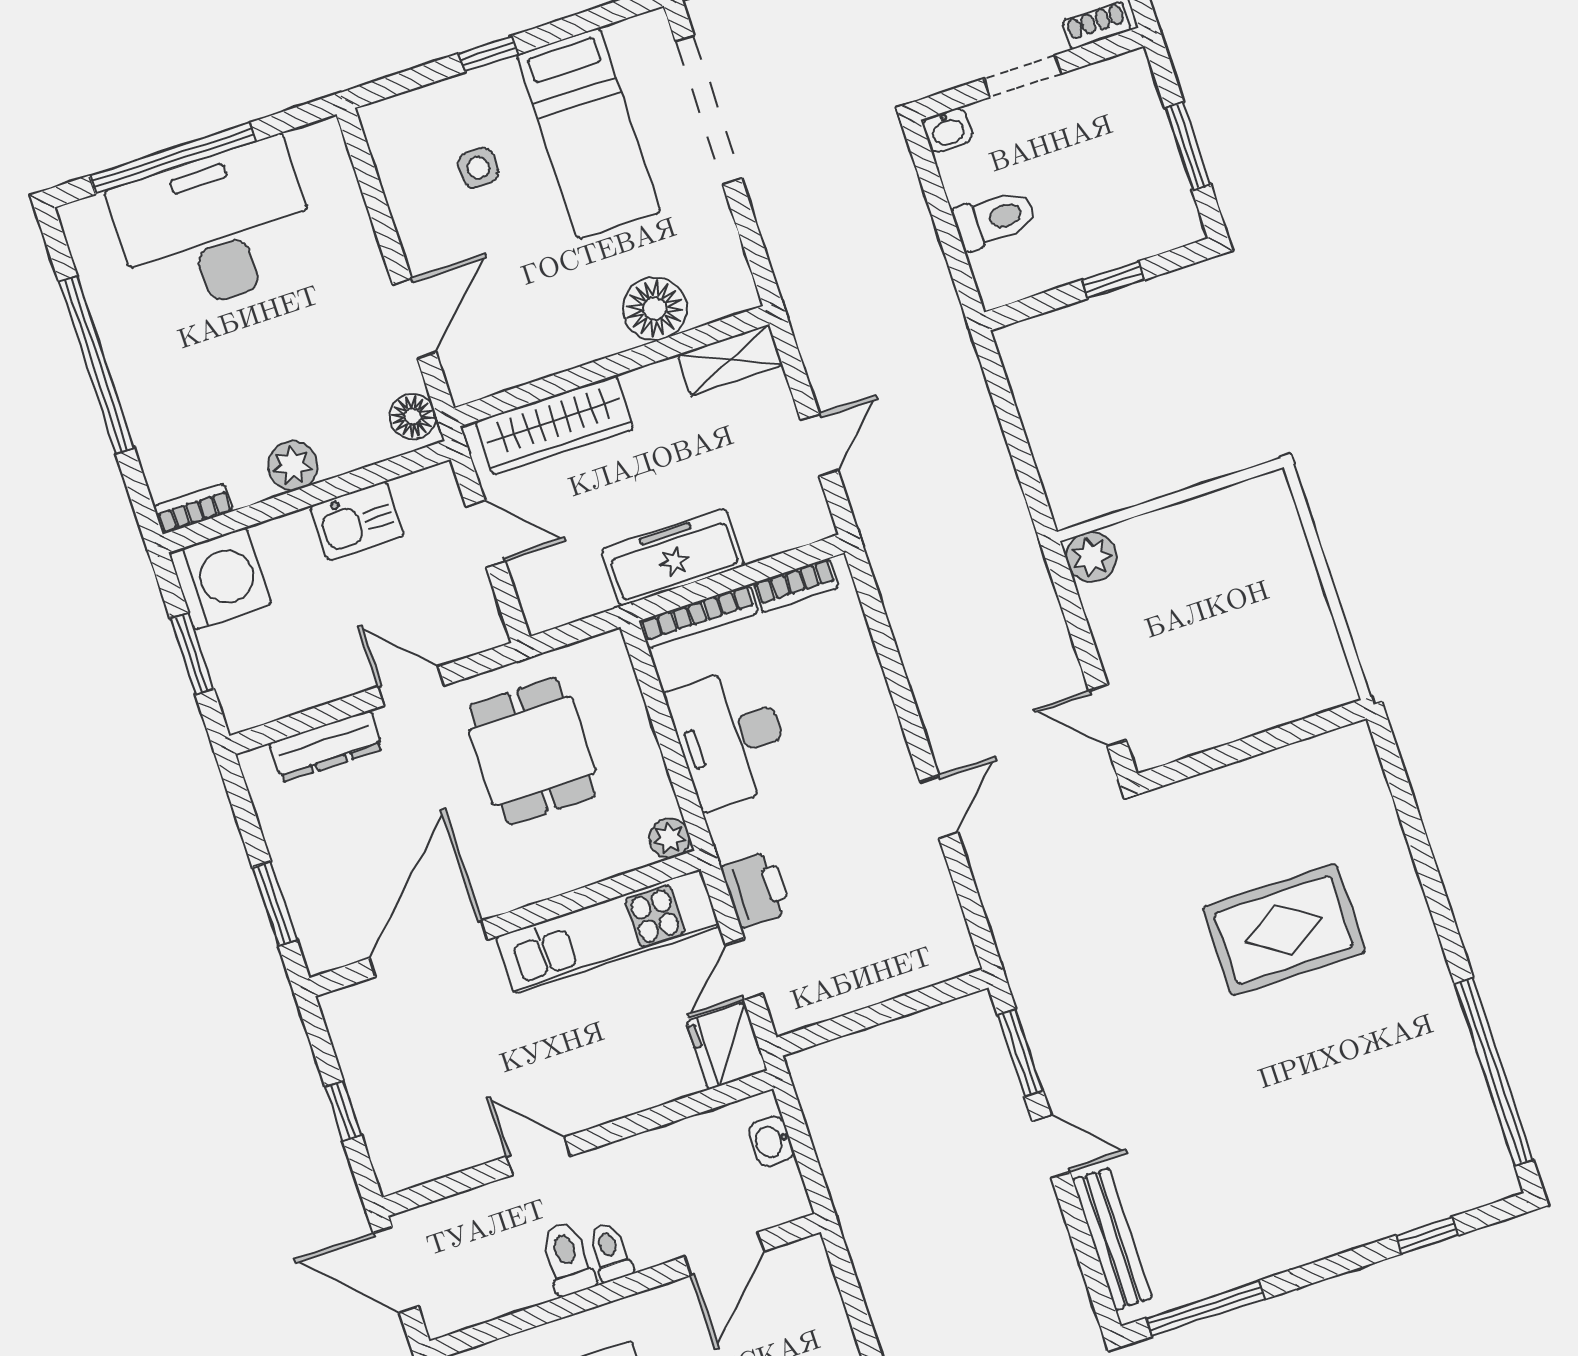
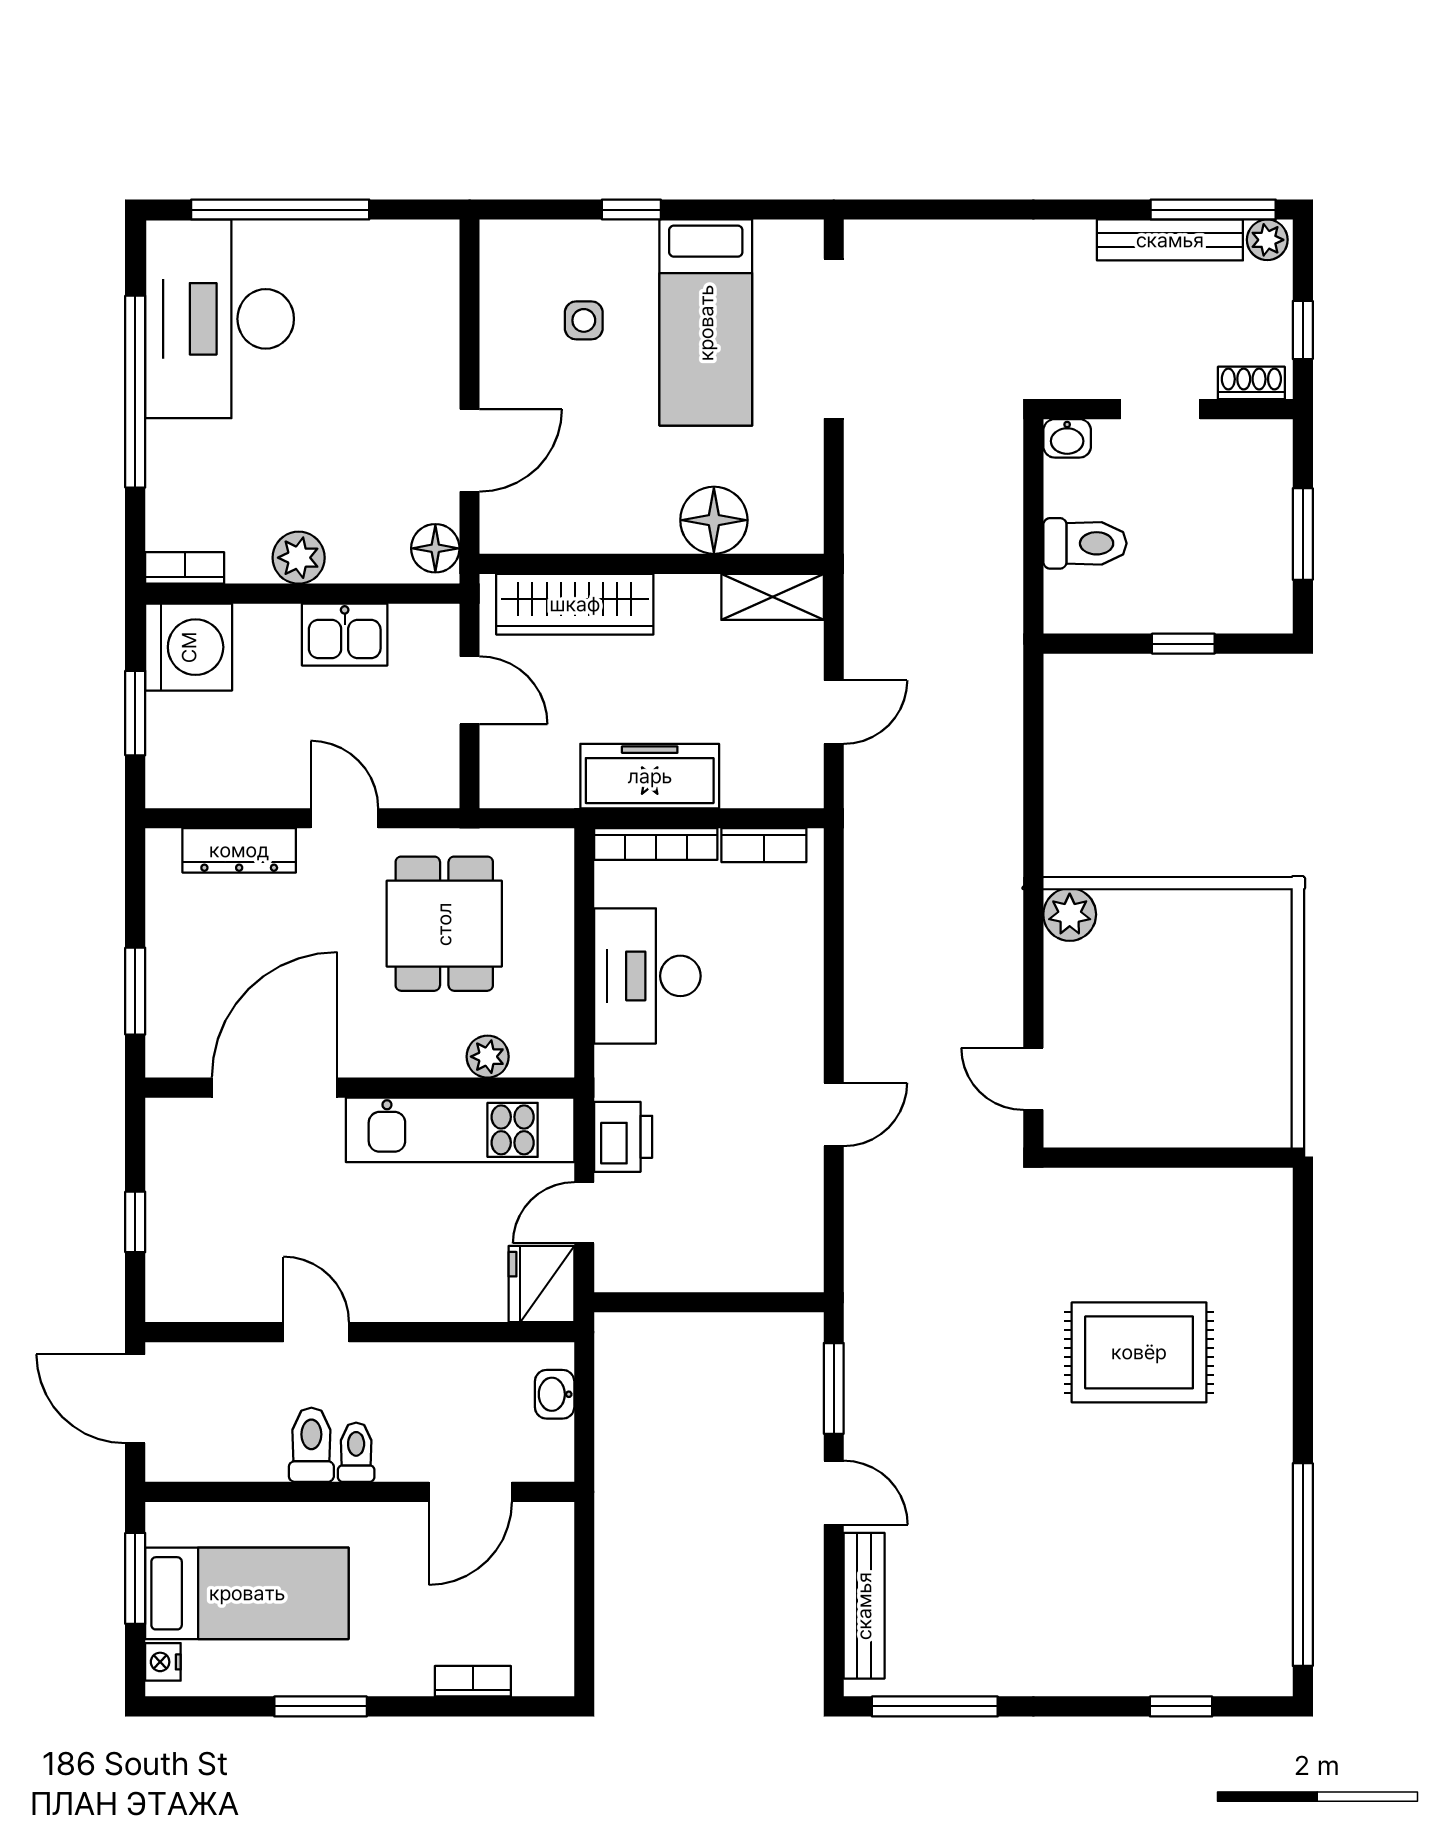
desk: (215, 228) -> (220, 319), moved, turned -90
plant: (670, 838) -> (488, 1057), moved

